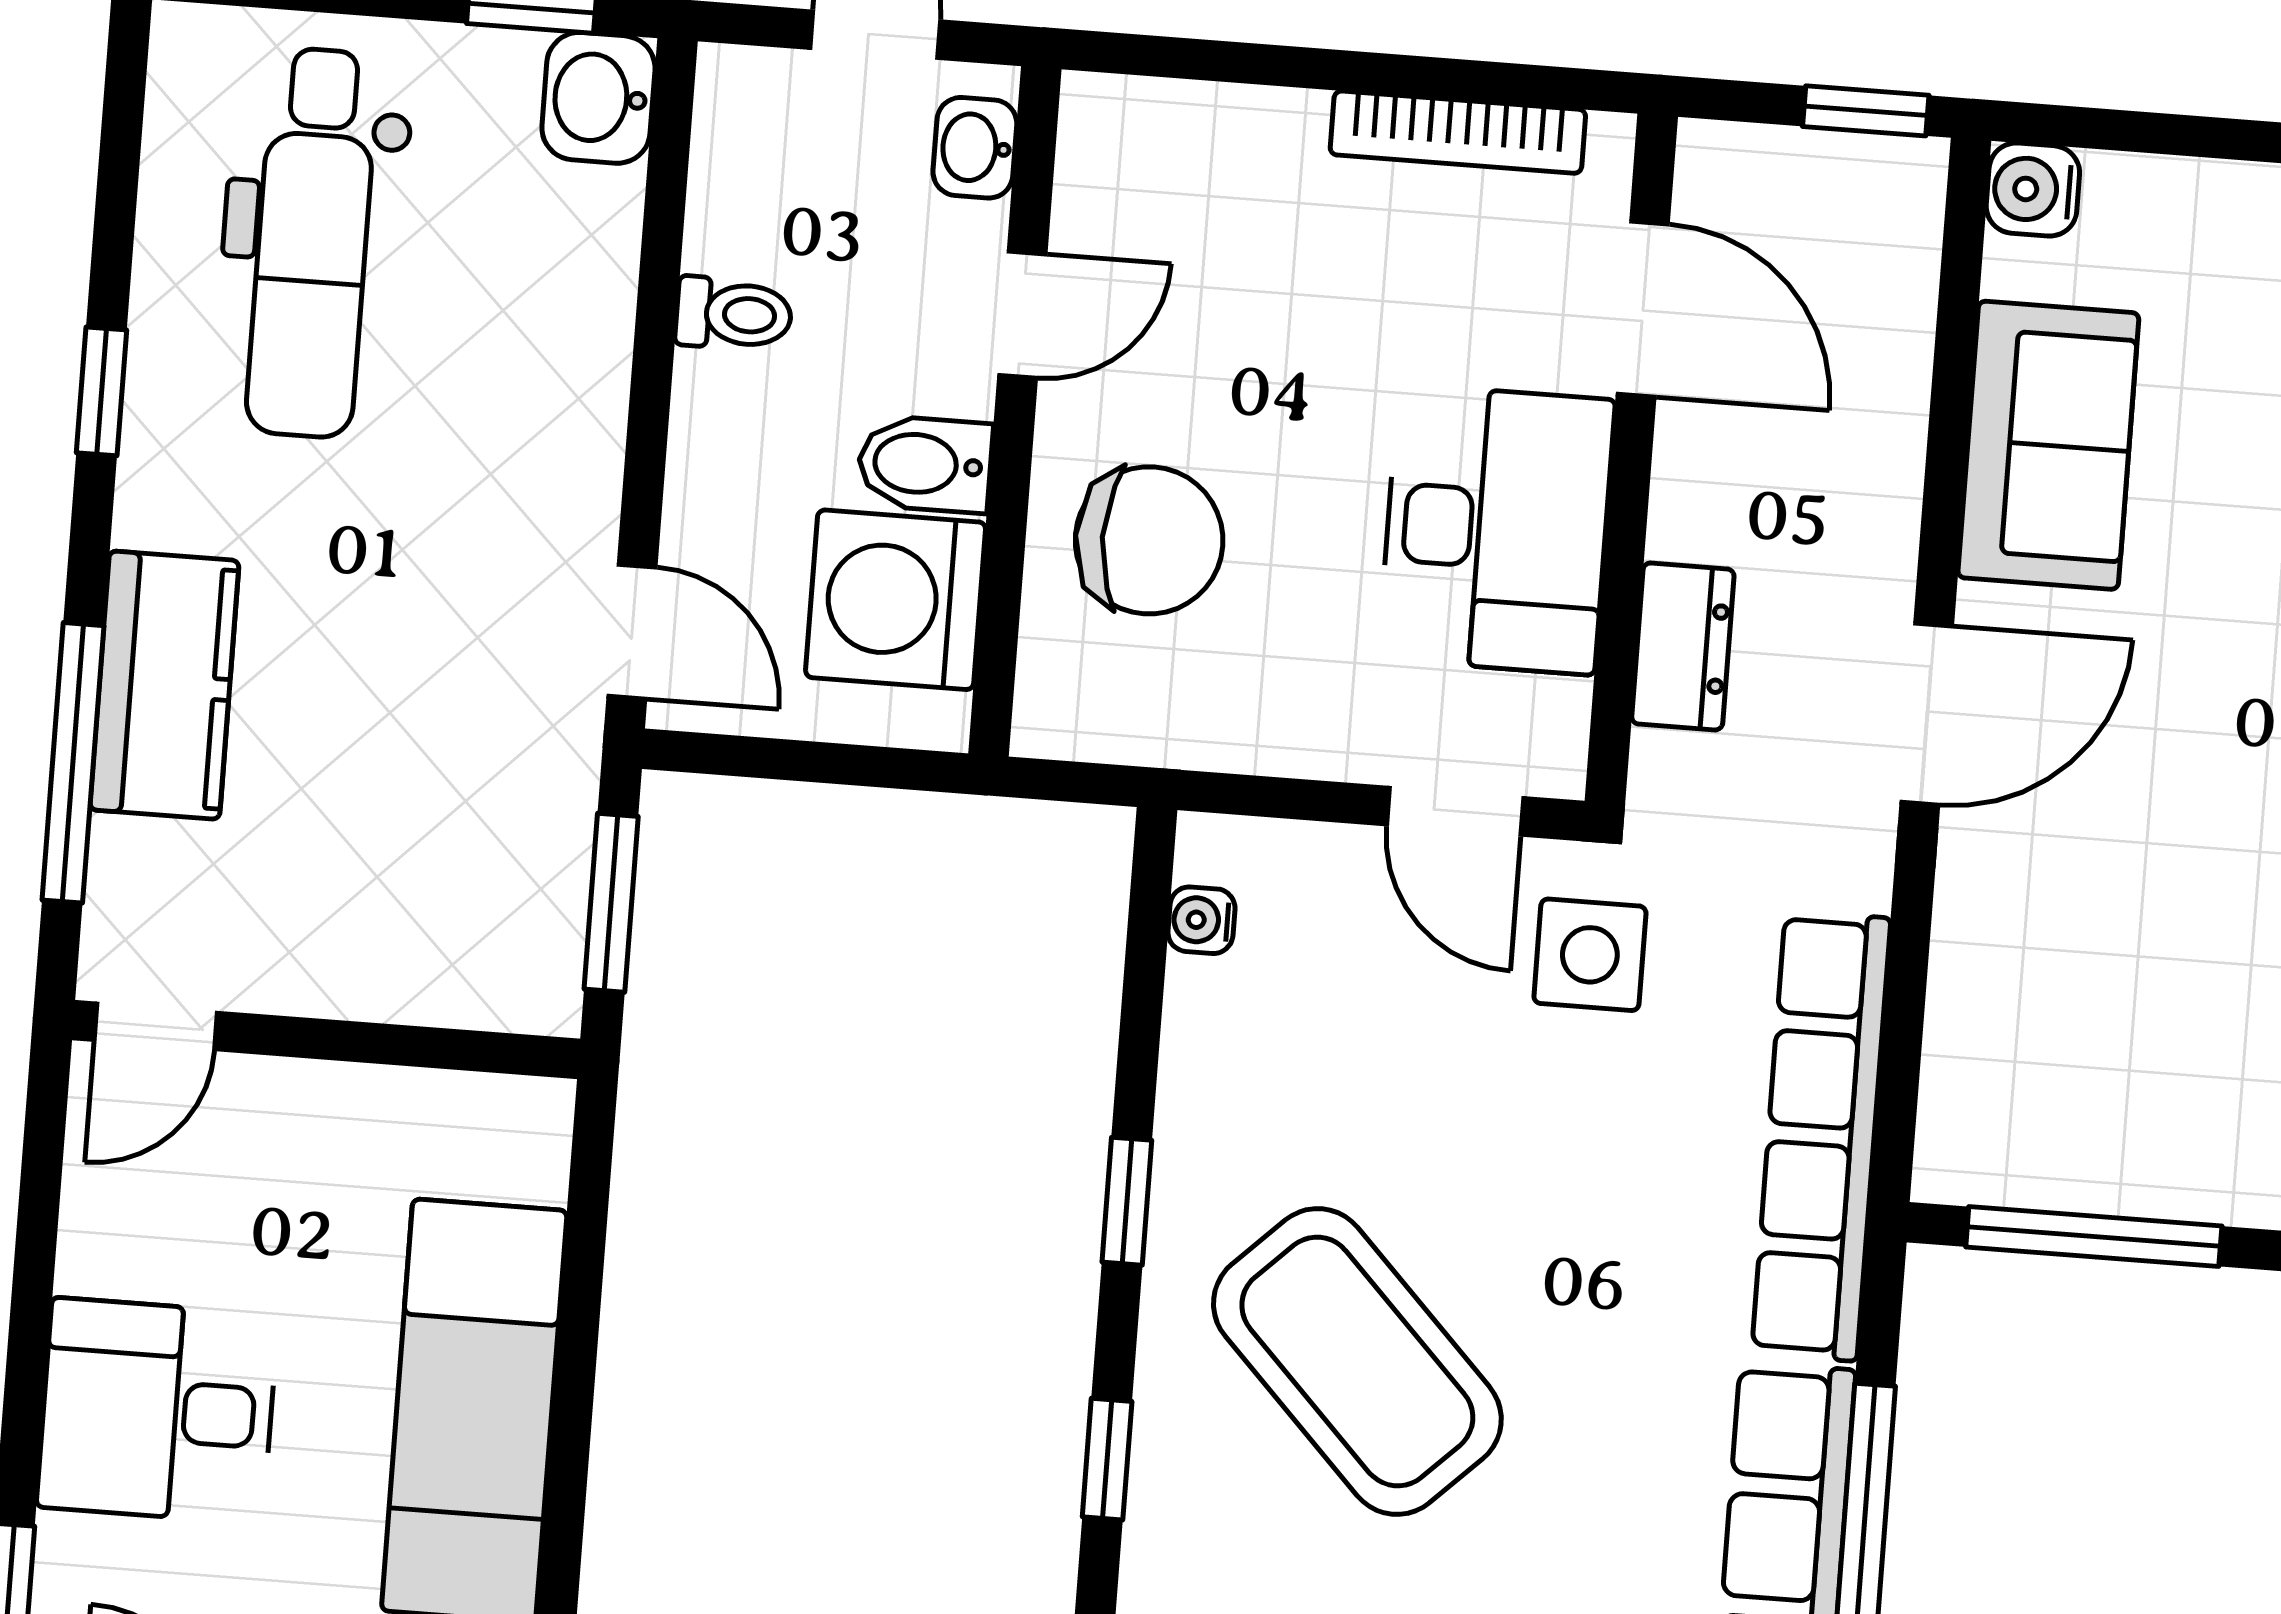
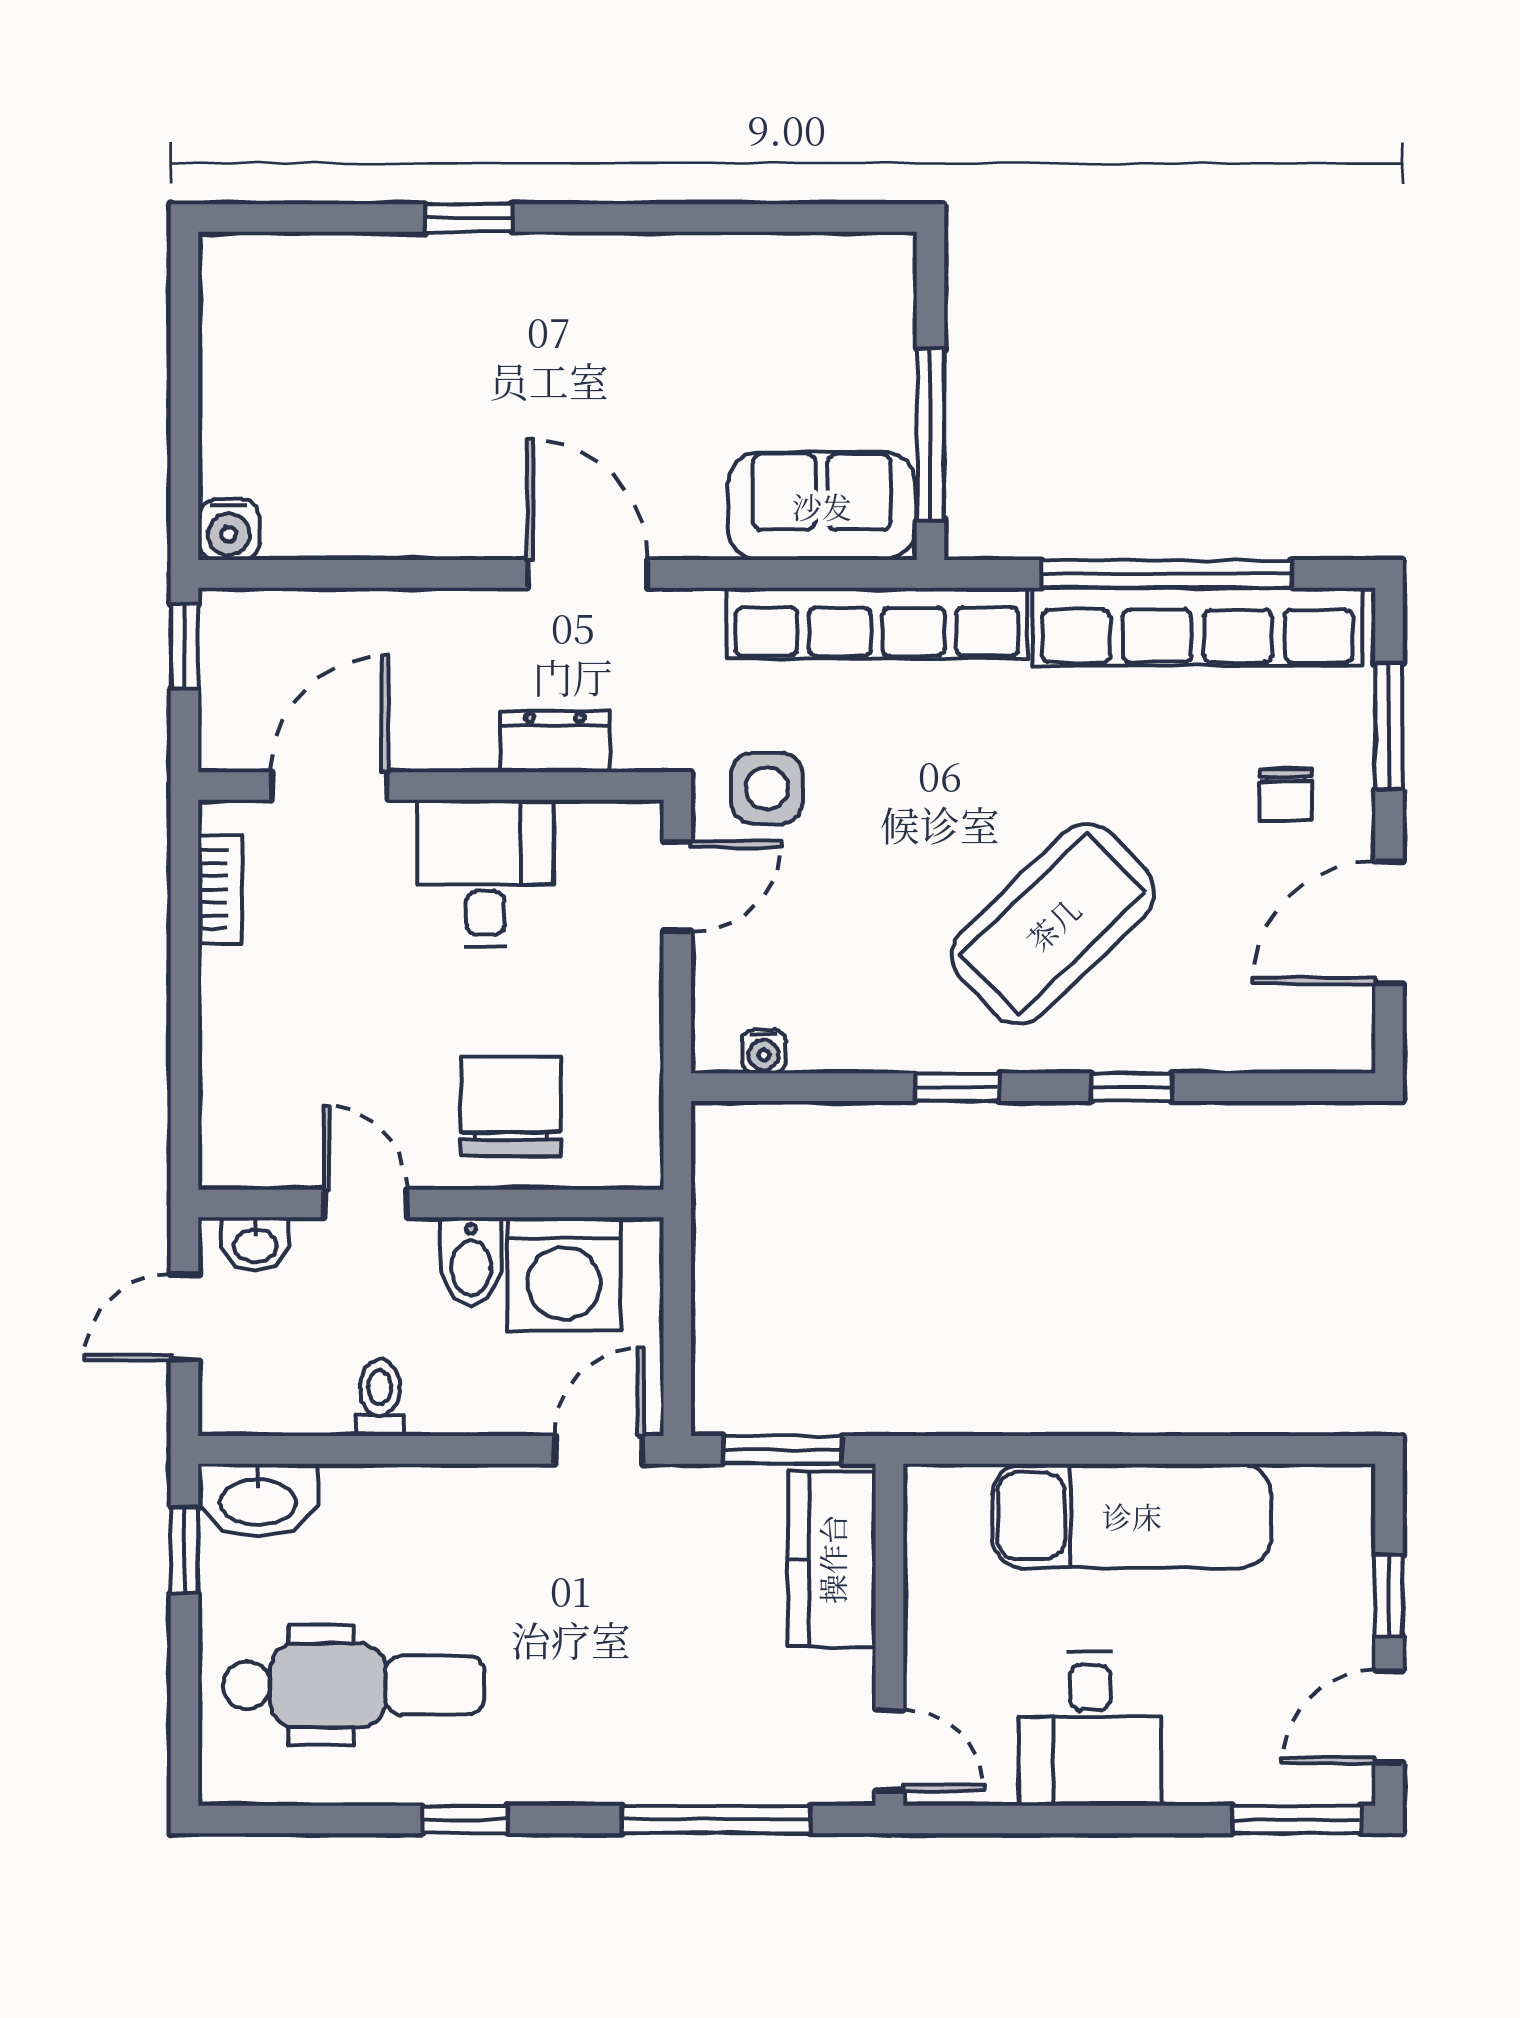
washbasin: (598, 98) -> (258, 1500), width x1.38
bookcase: (1458, 132) -> (220, 889), width x0.64
sofa: (2048, 445) -> (822, 506), moved
desk: (1497, 529) -> (485, 873), width x0.73
kitchen counter: (164, 685) -> (832, 1559), moved, turned -90
desk: (157, 1411) -> (1090, 1729), moved

